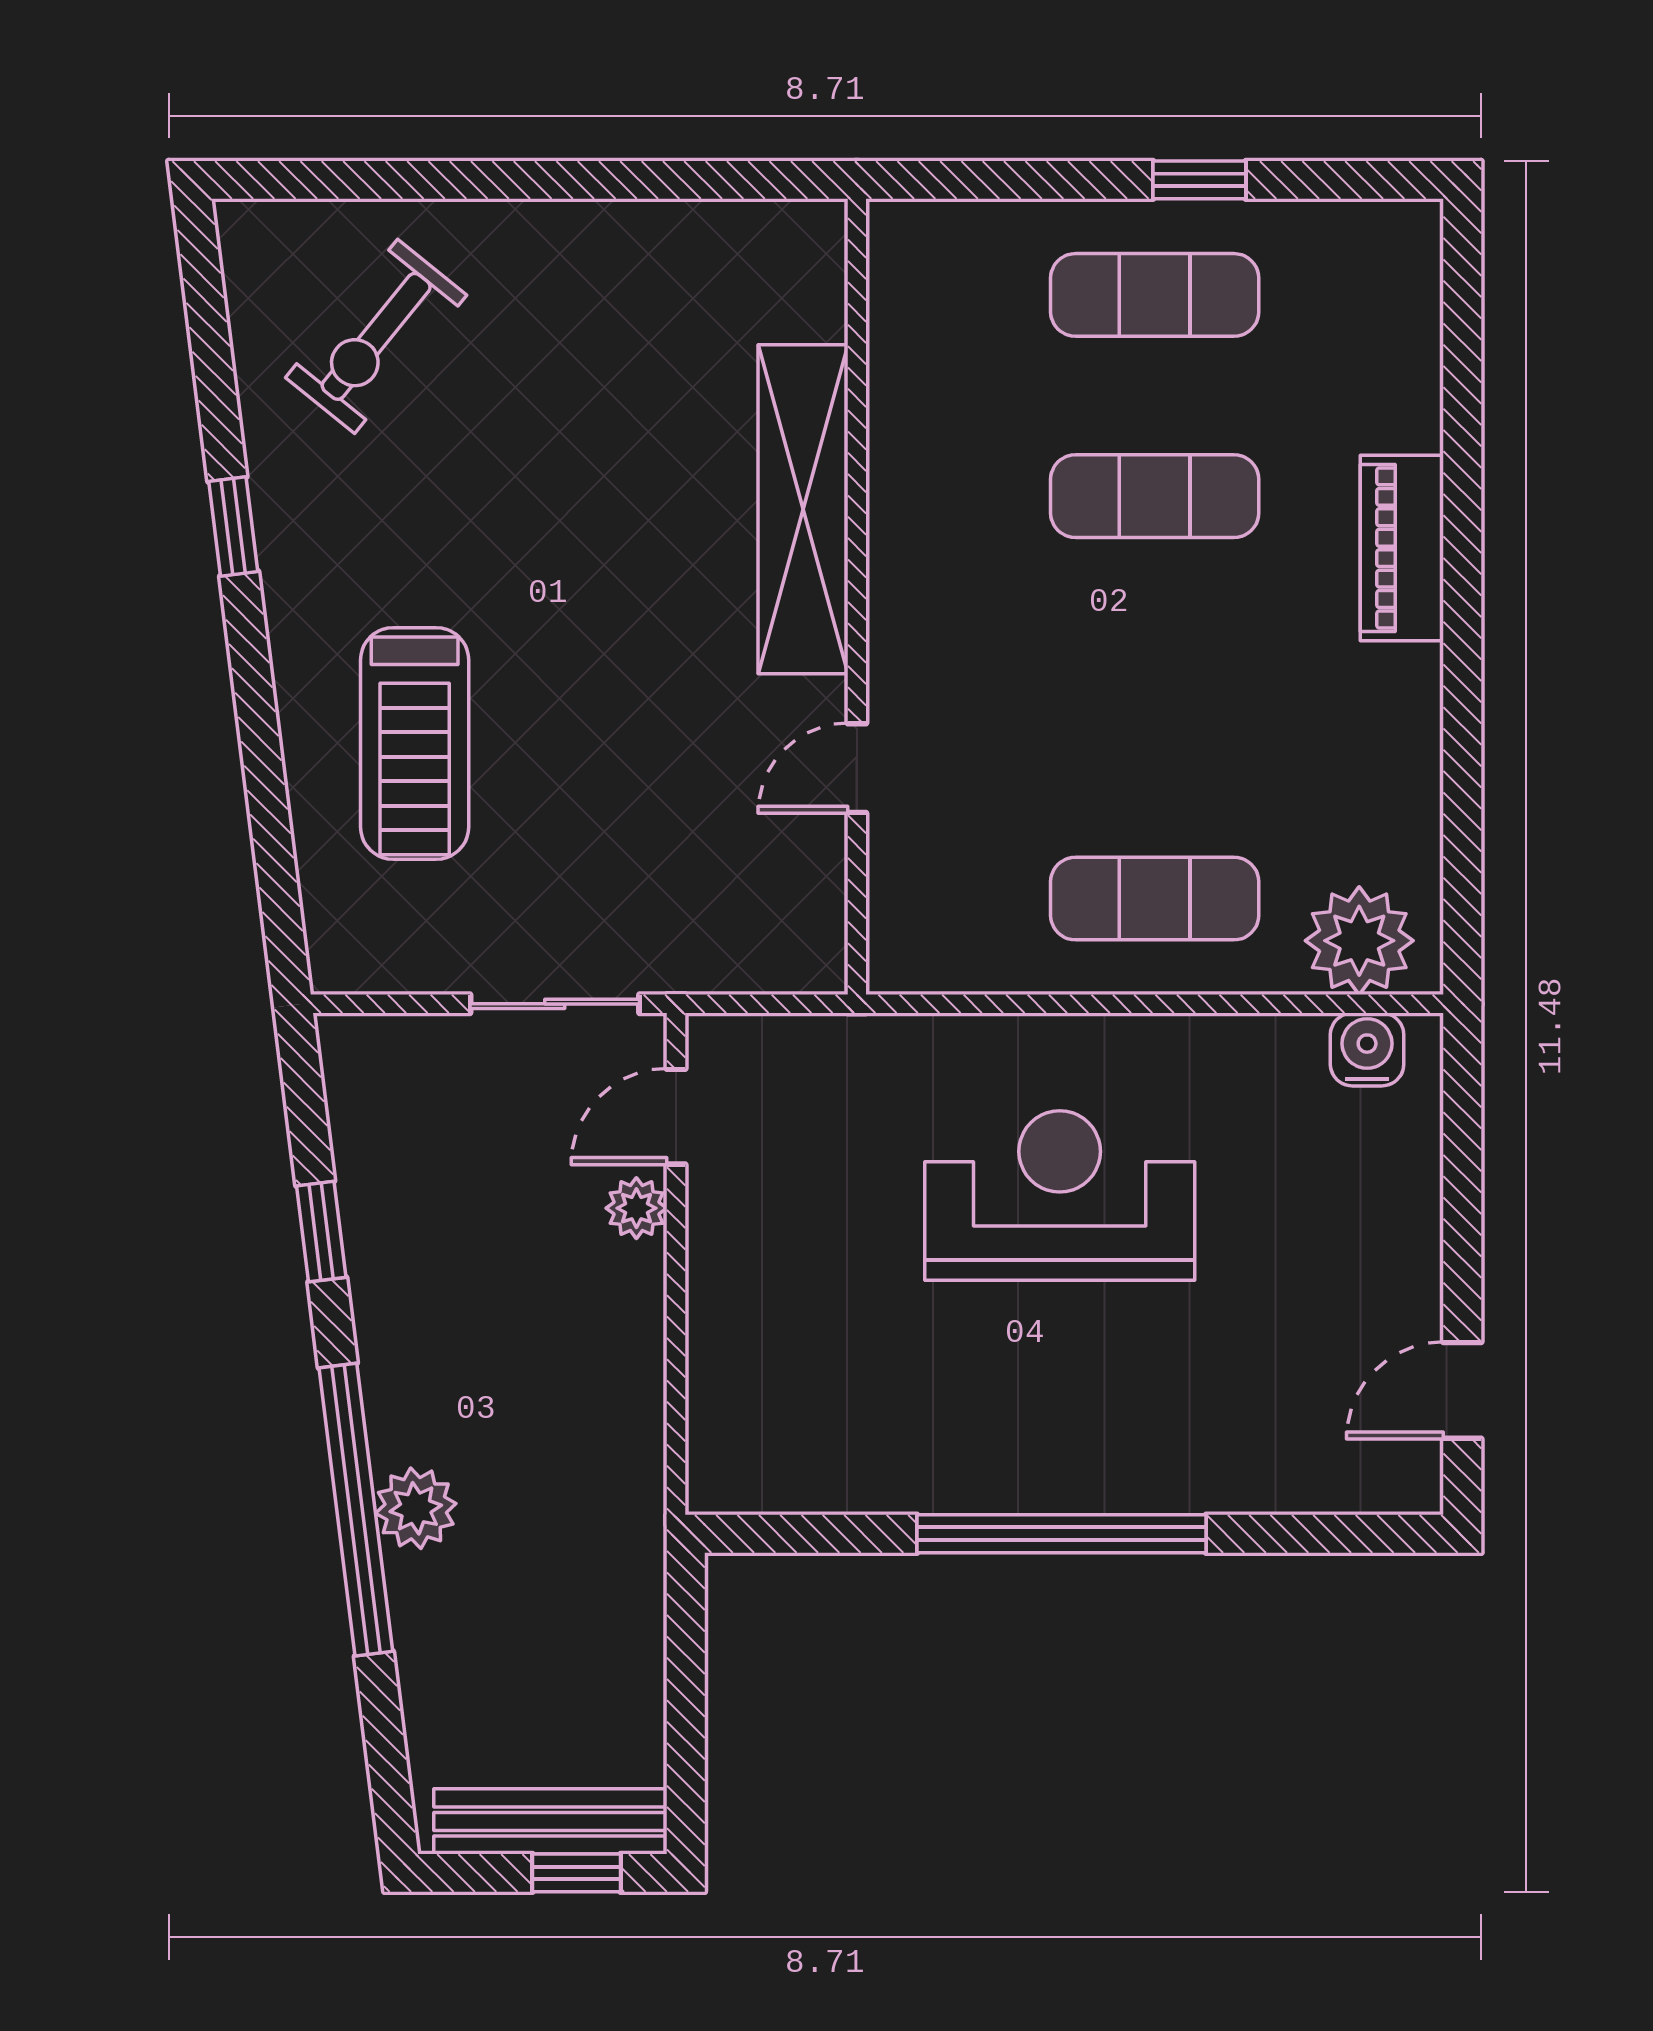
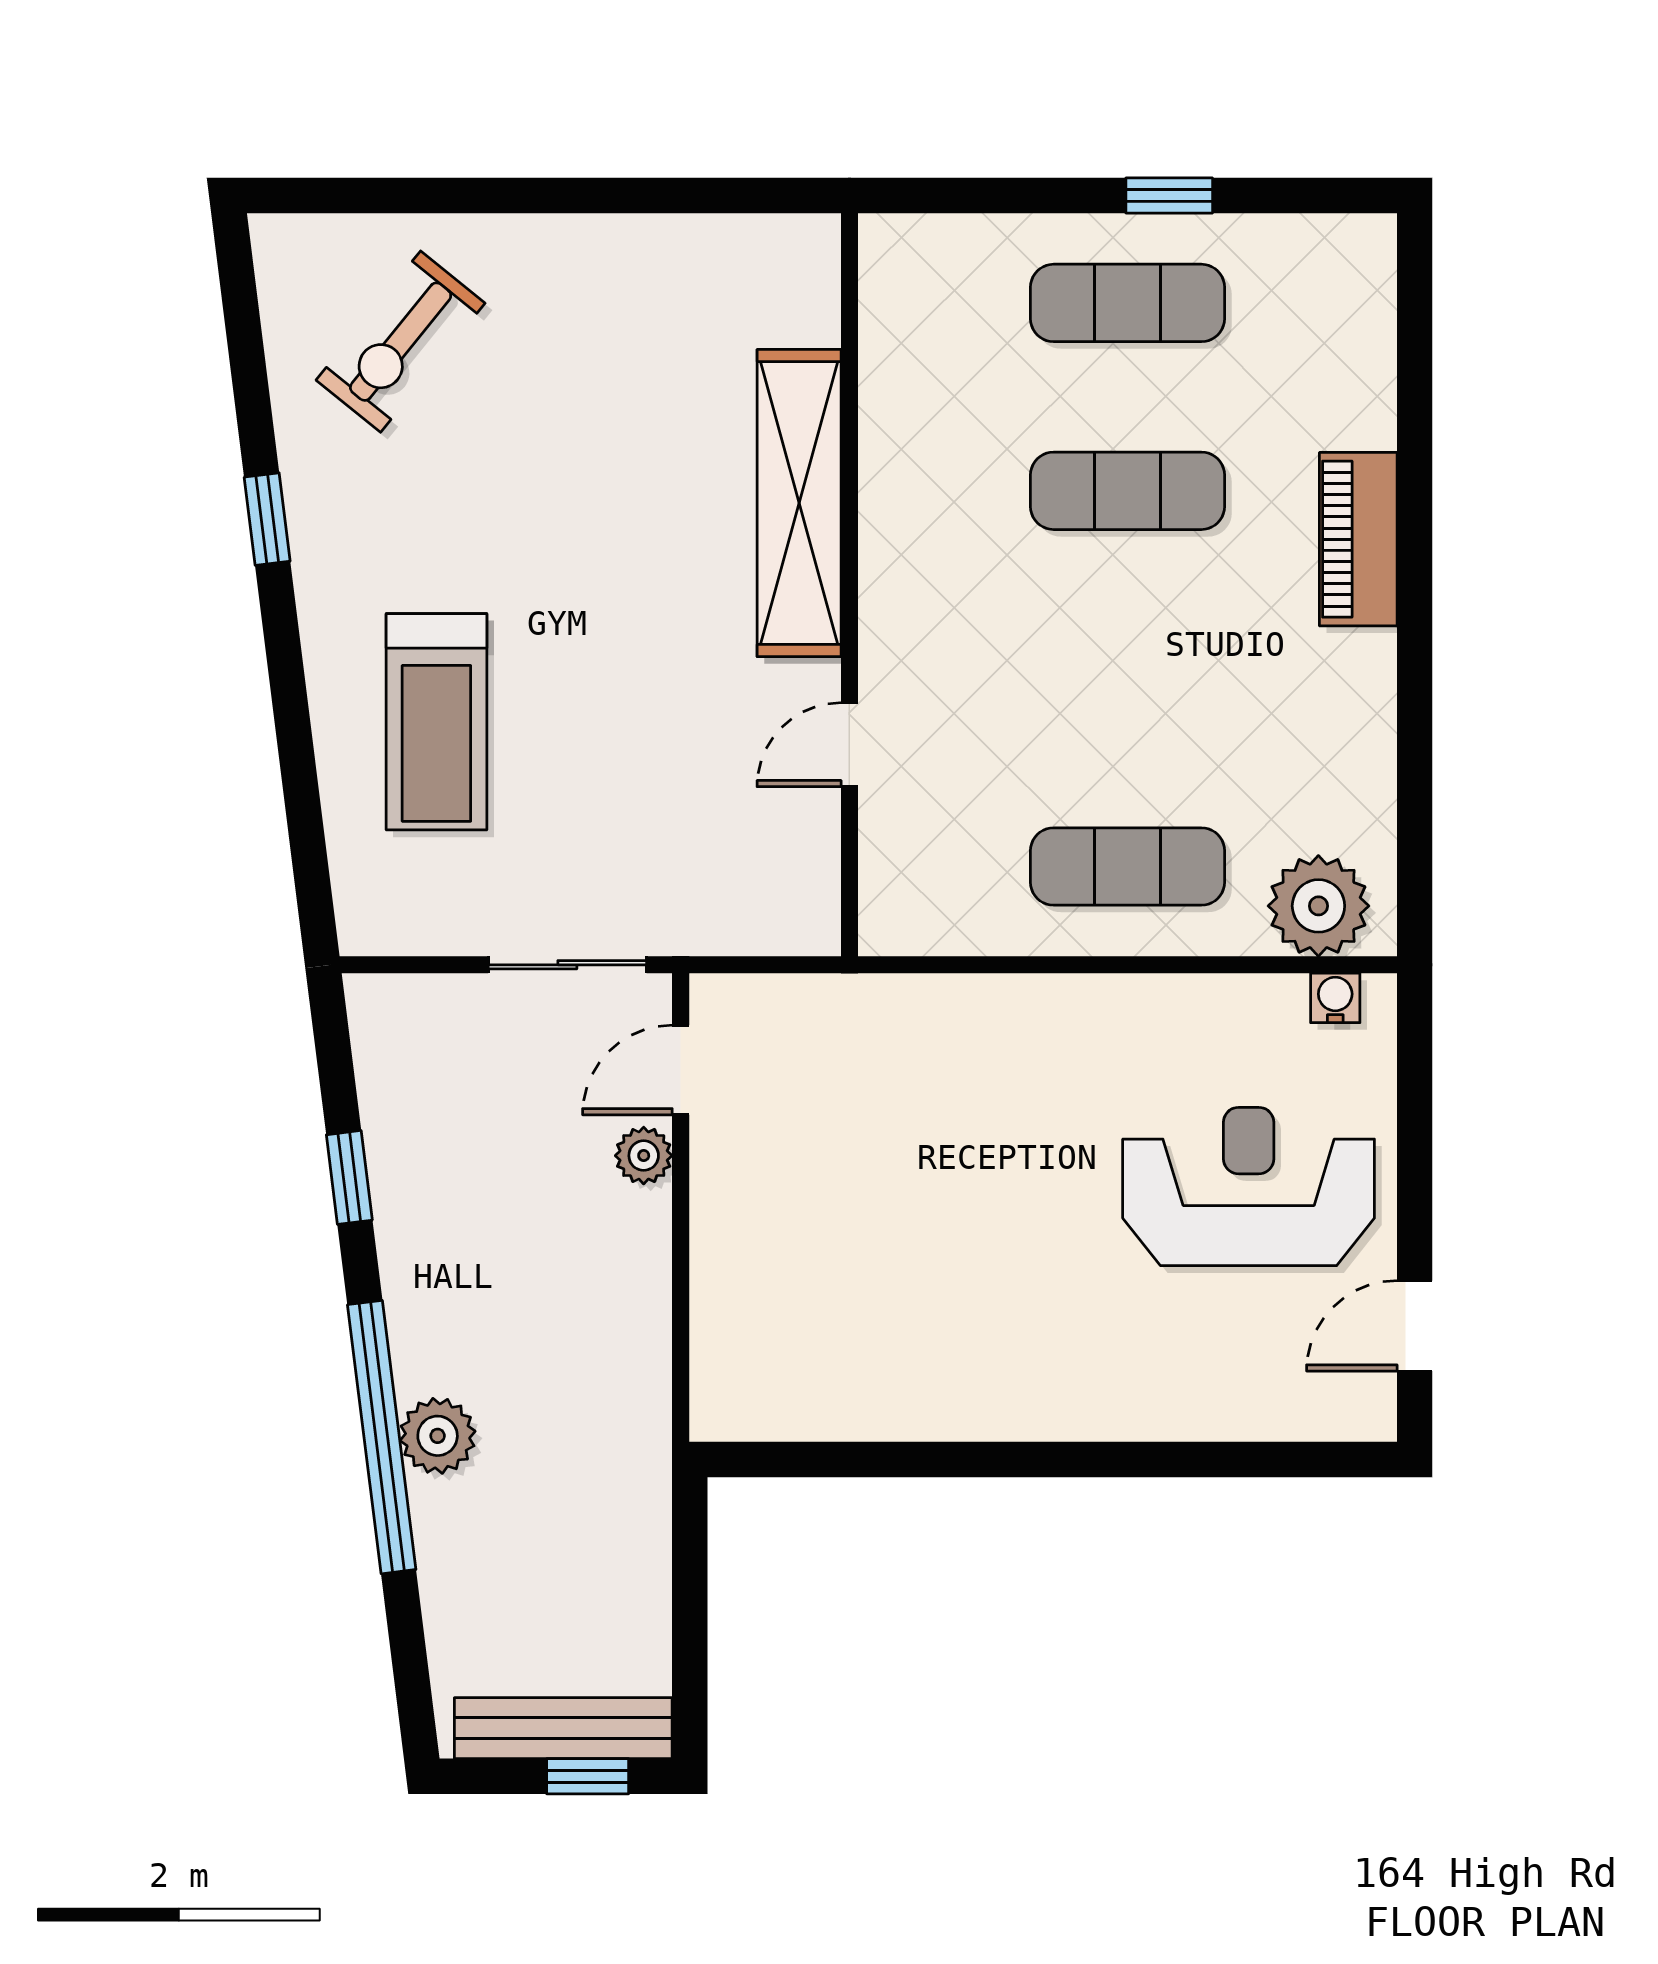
water cooler: (1367, 1049) -> (1335, 998), width x0.72, depth x0.72
reception desk: (1060, 1195) -> (1249, 1187), moved
window: (1062, 1534) -> (1041, 1460), removed

